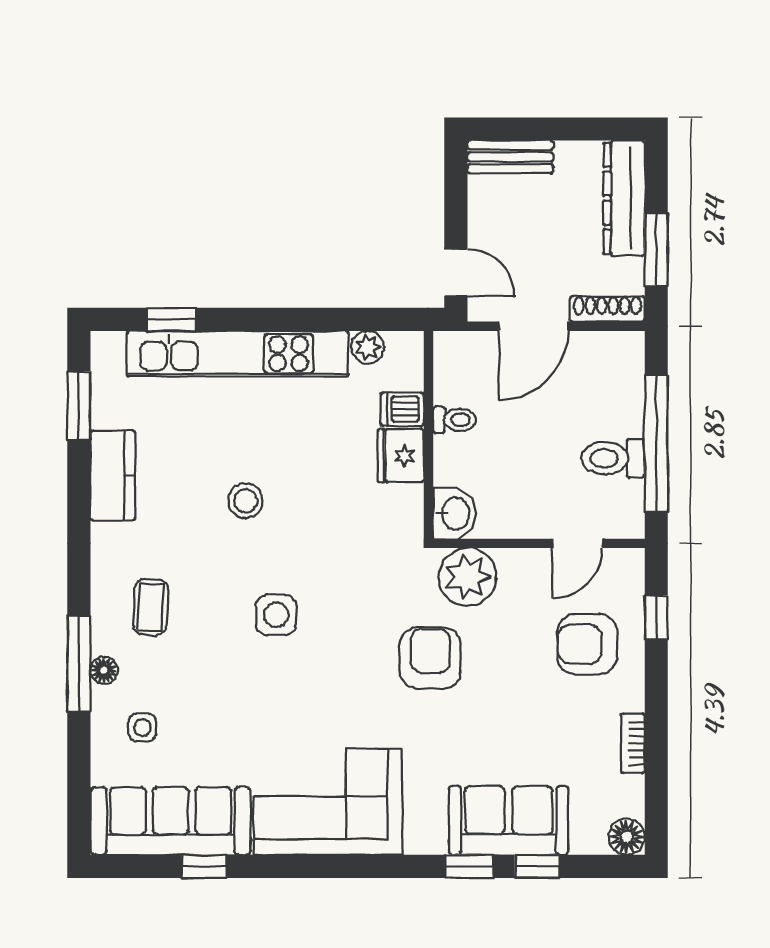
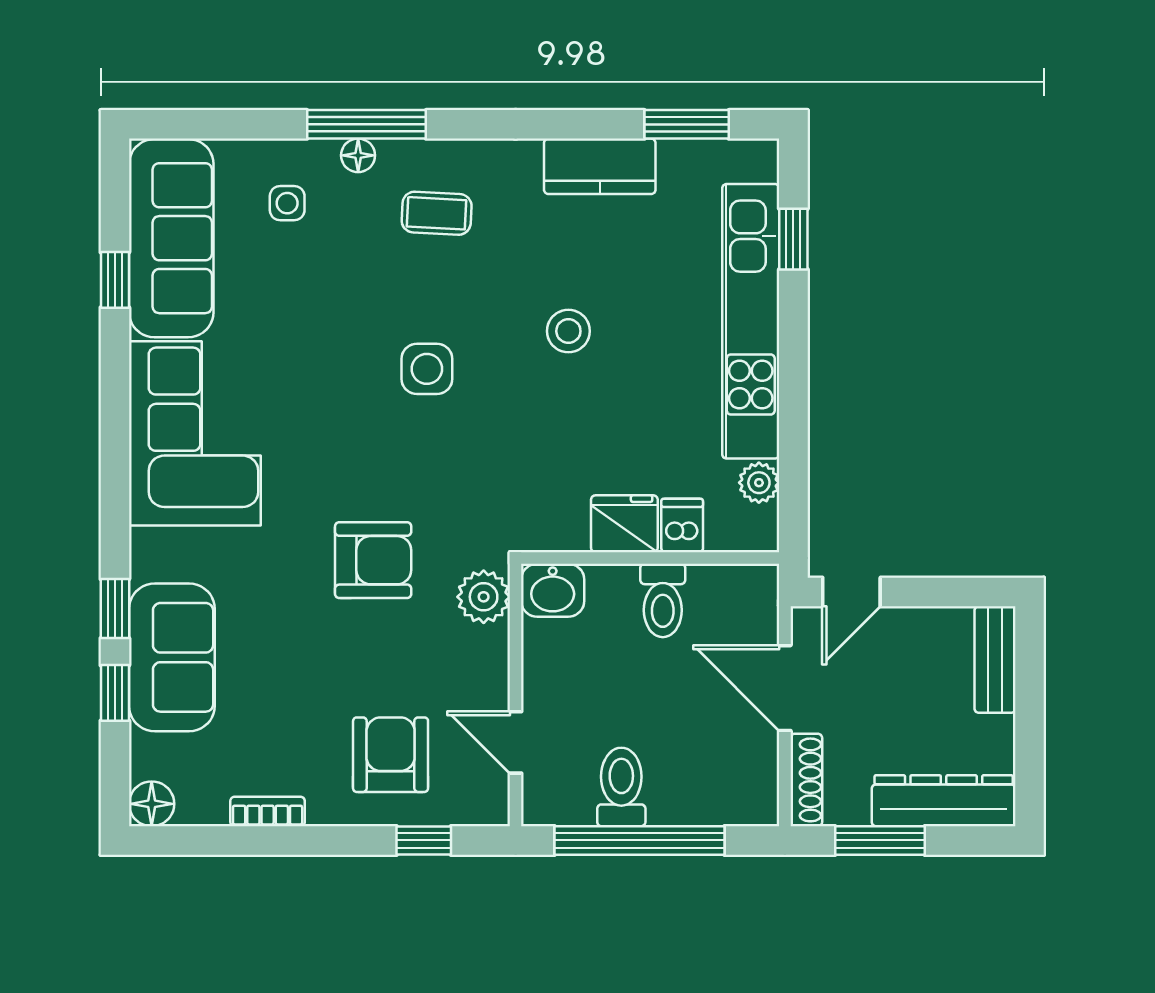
toilet: (454, 420) -> (663, 600), width x1.37, depth x1.39
plant: (467, 577) -> (484, 597), width x0.73, depth x0.73

